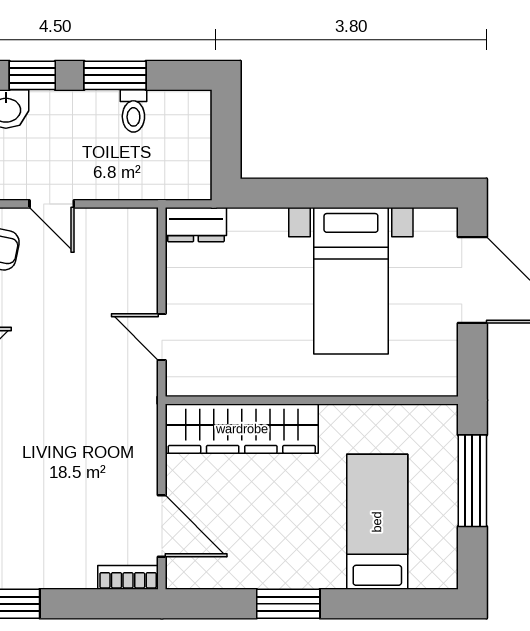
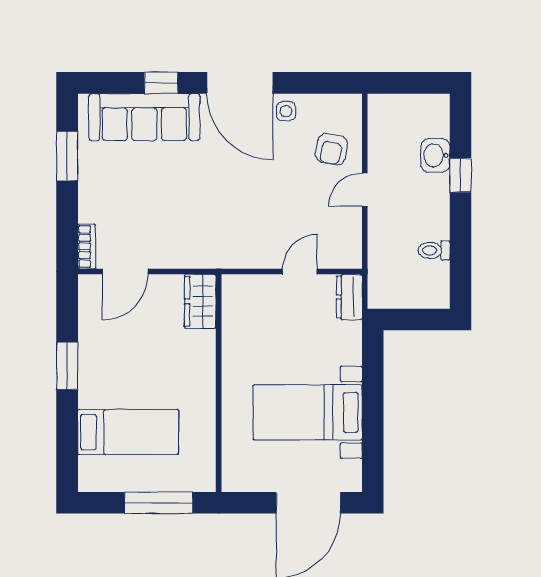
window: (115, 75) -> (460, 237), removed
door: (162, 337) -> (300, 272), moved
wardrobe: (242, 429) -> (200, 301), width x0.48, depth x0.85

